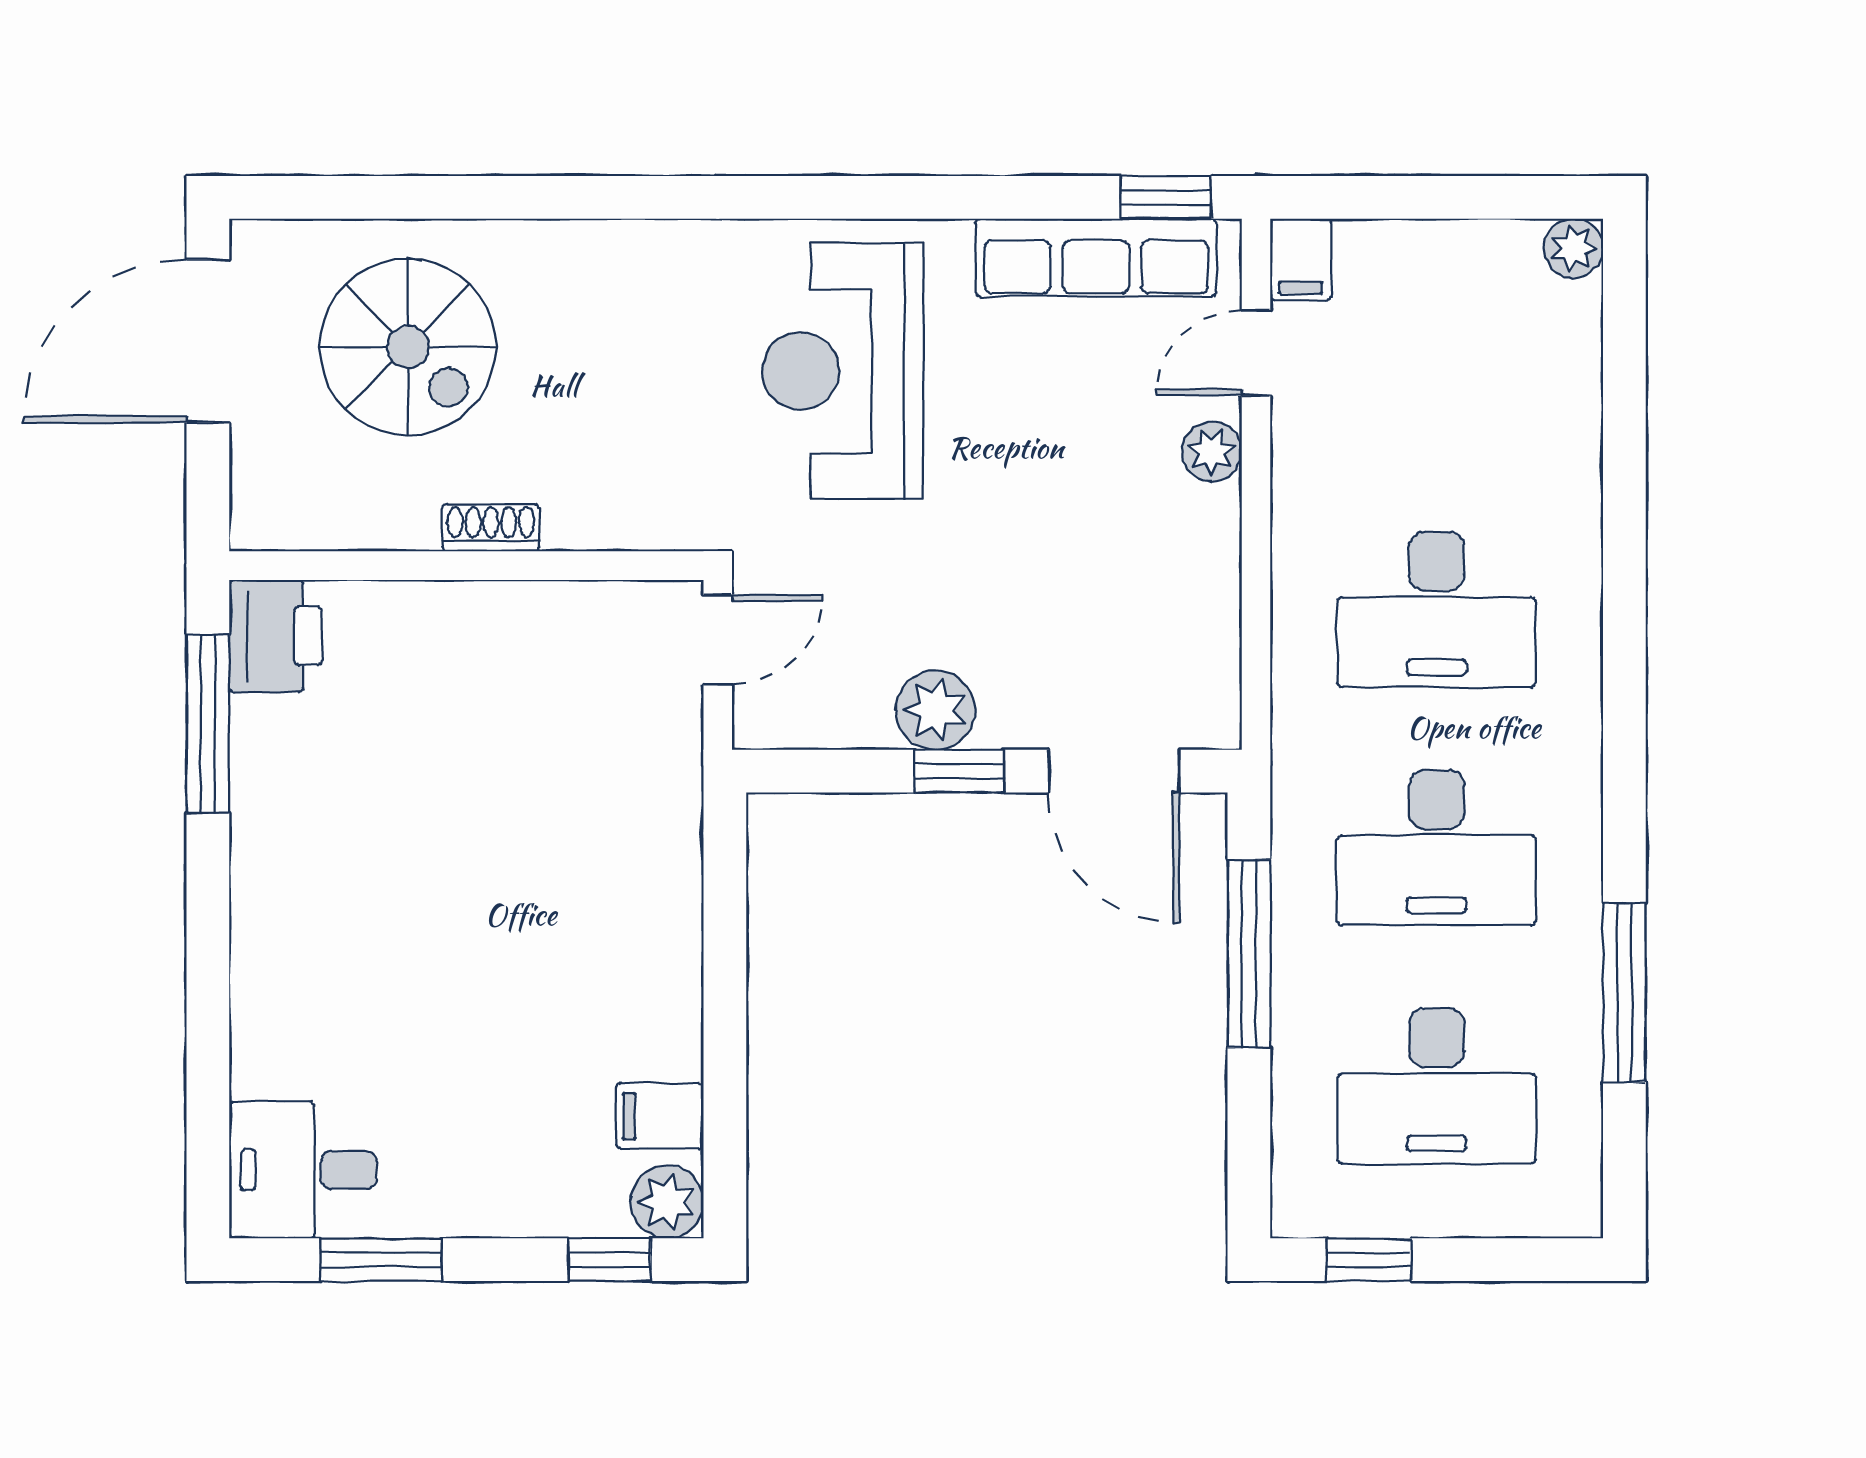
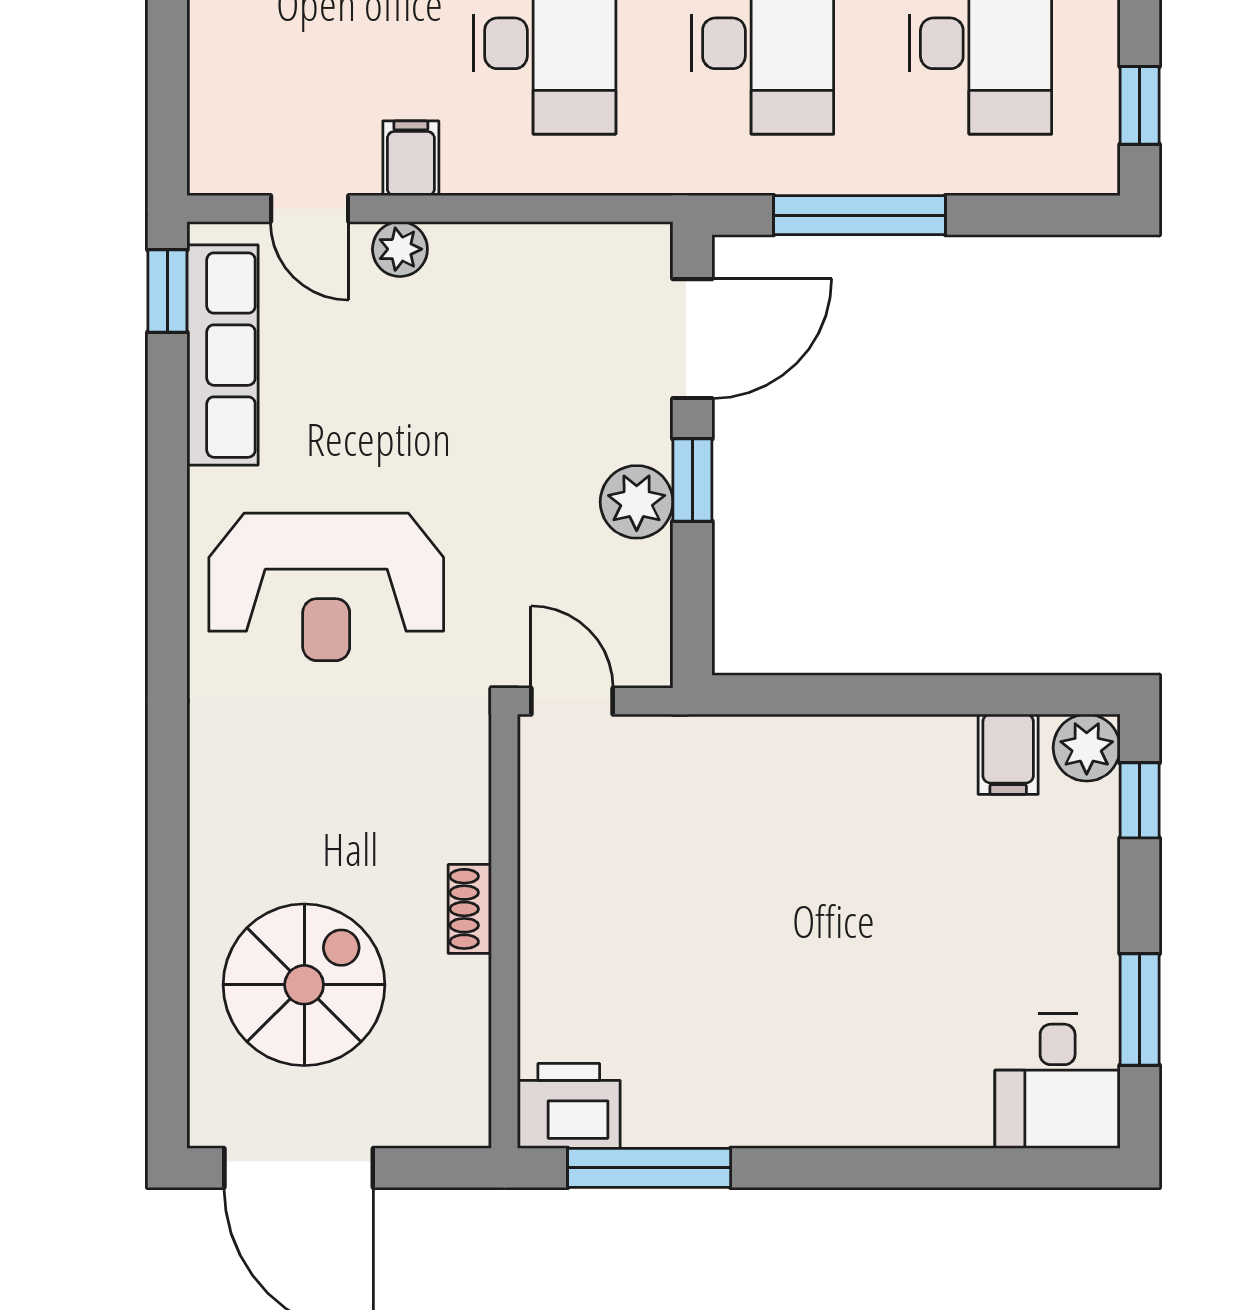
filing cabinet: (1301, 259) -> (411, 158), moved, turned -90

